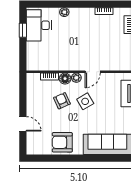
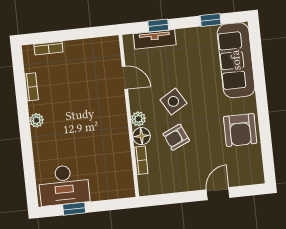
plant: (64, 12) -> (37, 120), moved
door: (93, 72) -> (125, 78), moved

